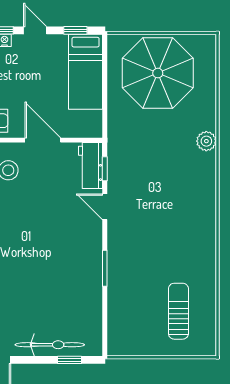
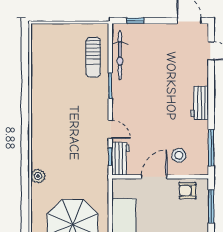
door: (43, 140) -> (154, 177), swing flipped
sun lounger: (178, 311) -> (93, 57), moved
bicycle: (50, 345) -> (120, 55), moved, turned -90

